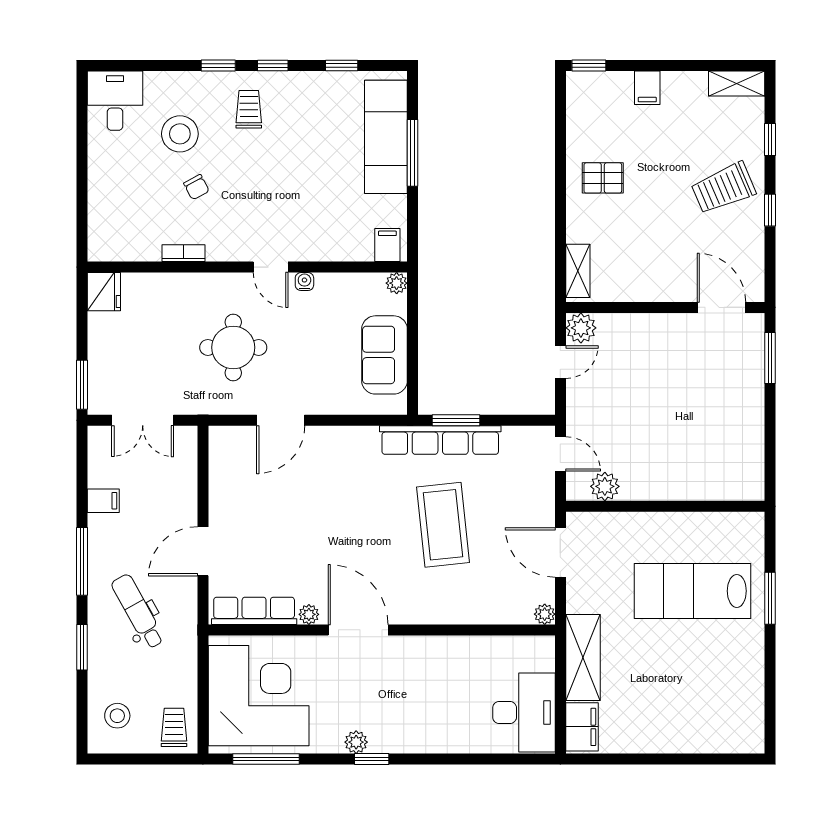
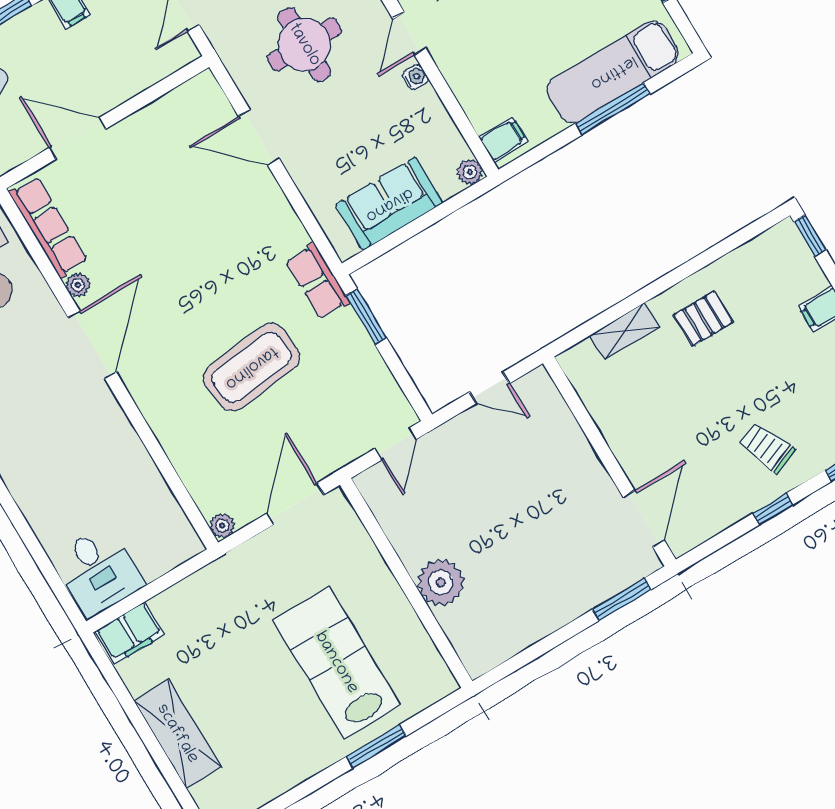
pallet: (603, 178) -> (703, 318), turned 90
trolley: (723, 188) -> (767, 448), width x0.73, depth x0.72
shelving: (578, 271) -> (625, 331), moved
plant: (581, 328) -> (537, 388), removed
row of seats: (440, 440) -> (318, 281), width x0.50
plant: (605, 486) -> (441, 582), moved, width x1.36, depth x1.36
shelving: (583, 657) -> (177, 734), moved, turned 90
desk: (524, 713) -> (98, 571), width x0.73

